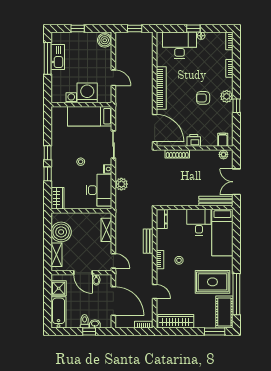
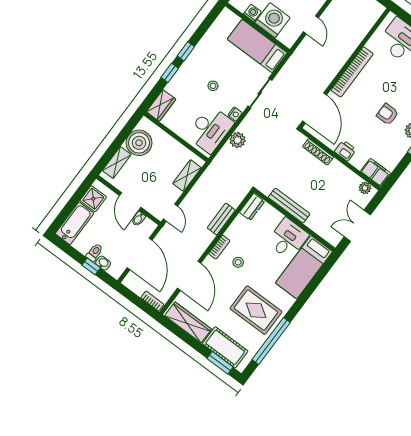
filing cabinet: (223, 140) -> (376, 172), width x2.00
bench: (216, 201) -> (289, 206), moved
door: (155, 292) -> (189, 276), width x1.87
cot: (224, 312) -> (225, 347), moved, turned 90

